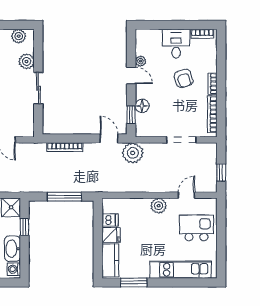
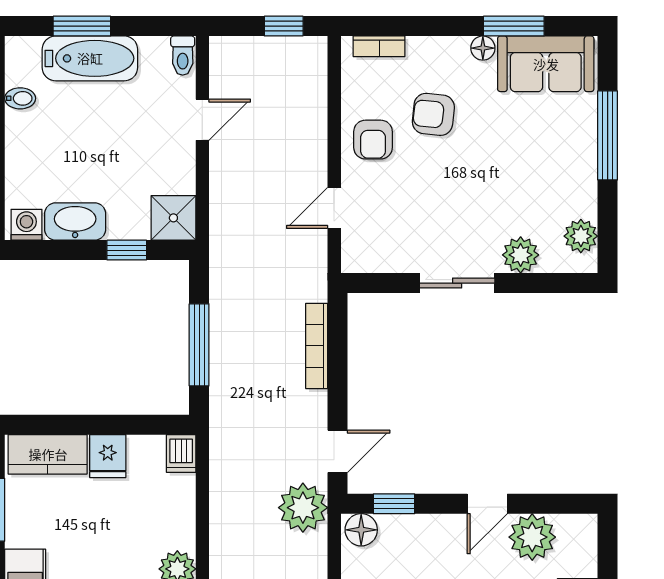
plant: (141, 61) -> (532, 537), width x1.87, depth x1.87
floor lamp: (142, 106) -> (361, 530), moved
dishwasher: (110, 220) -> (181, 453), moved

